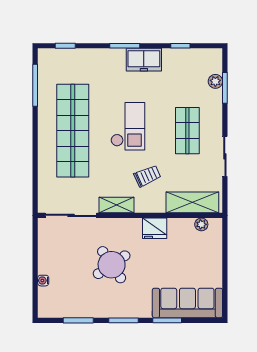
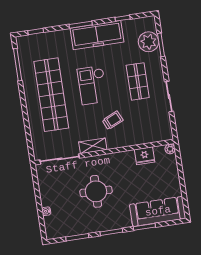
freezer: (144, 60) -> (97, 35), width x1.91, depth x1.26
plant: (215, 81) -> (149, 42), width x1.88, depth x1.88
checkout: (128, 126) -> (92, 85), turned 180
shelving: (192, 202) -> (150, 135), removed
plant: (201, 224) -> (170, 149), moved
fridge: (155, 228) -> (145, 156), moved
round table: (112, 265) -> (96, 191), turned 36

